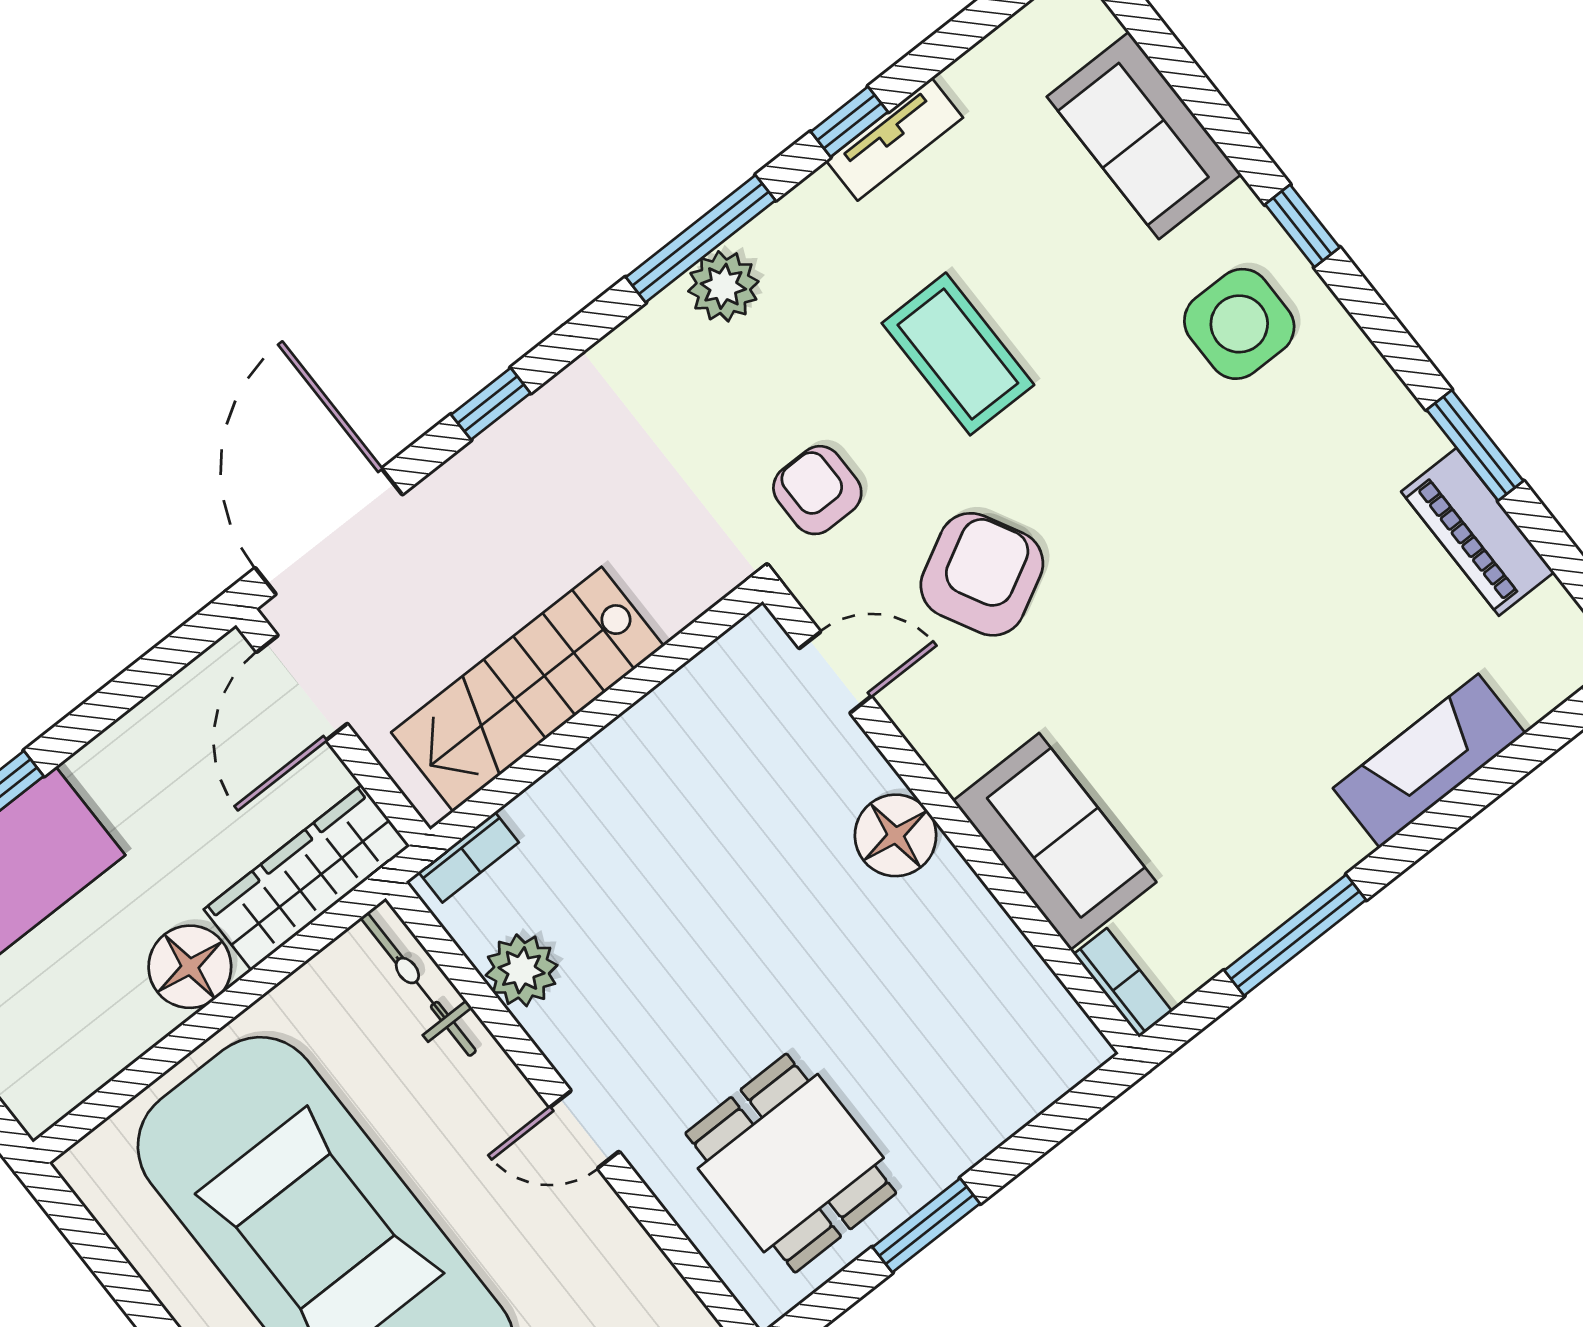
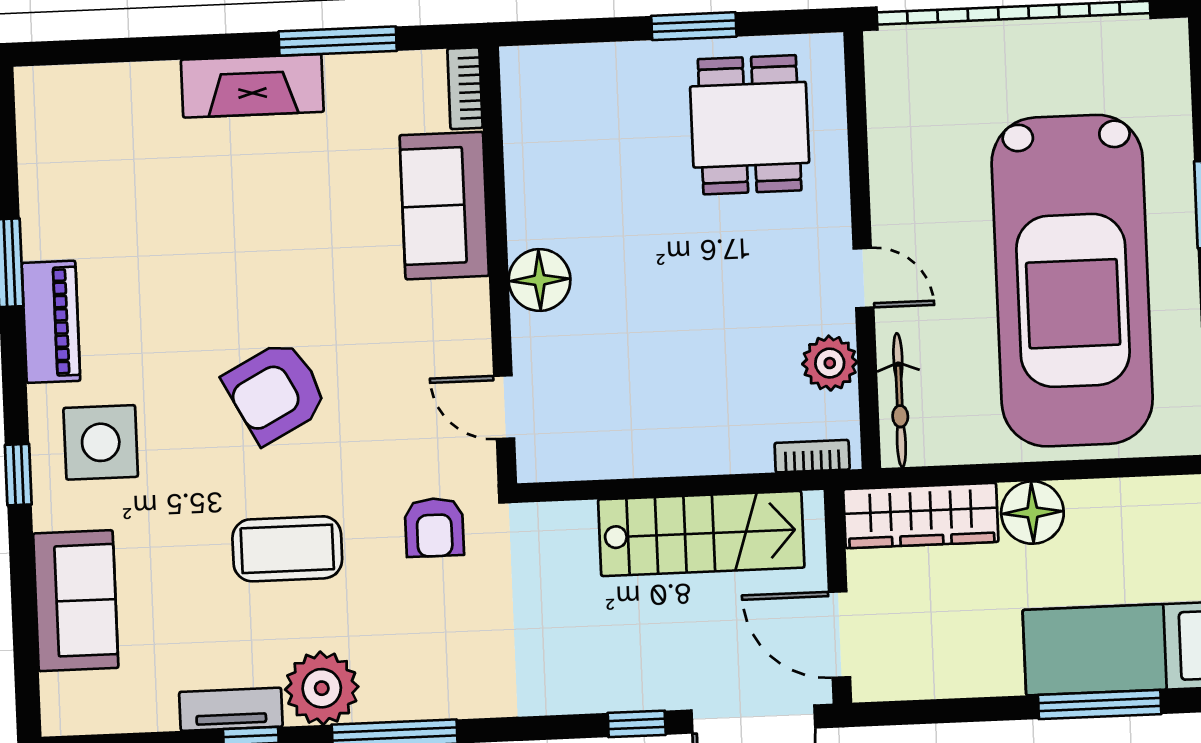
plant: (723, 286) -> (322, 688), moved, width x1.36, depth x1.36
coffee table: (958, 354) -> (287, 549), turned 90
window: (491, 404) -> (637, 724), moved
piano: (1478, 532) -> (51, 322), moved
armchair: (982, 574) -> (276, 392), moved
door: (302, 688) -> (840, 634), swing flipped
fireplace: (1429, 761) -> (252, 86), moved
door: (584, 1129) -> (863, 278), moved

